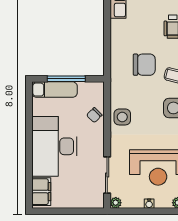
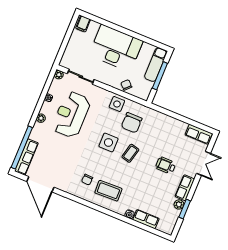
chair: (144, 65) -> (132, 123), moved
filing cabinet: (41, 192) -> (83, 24), width x0.50

